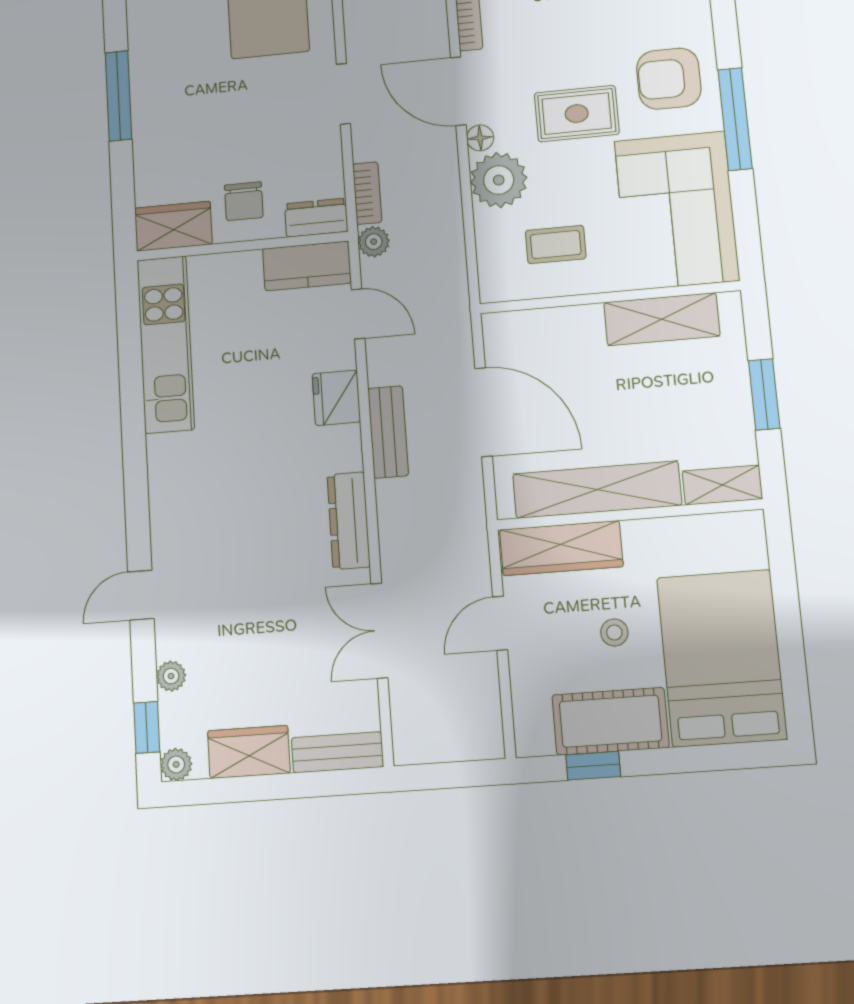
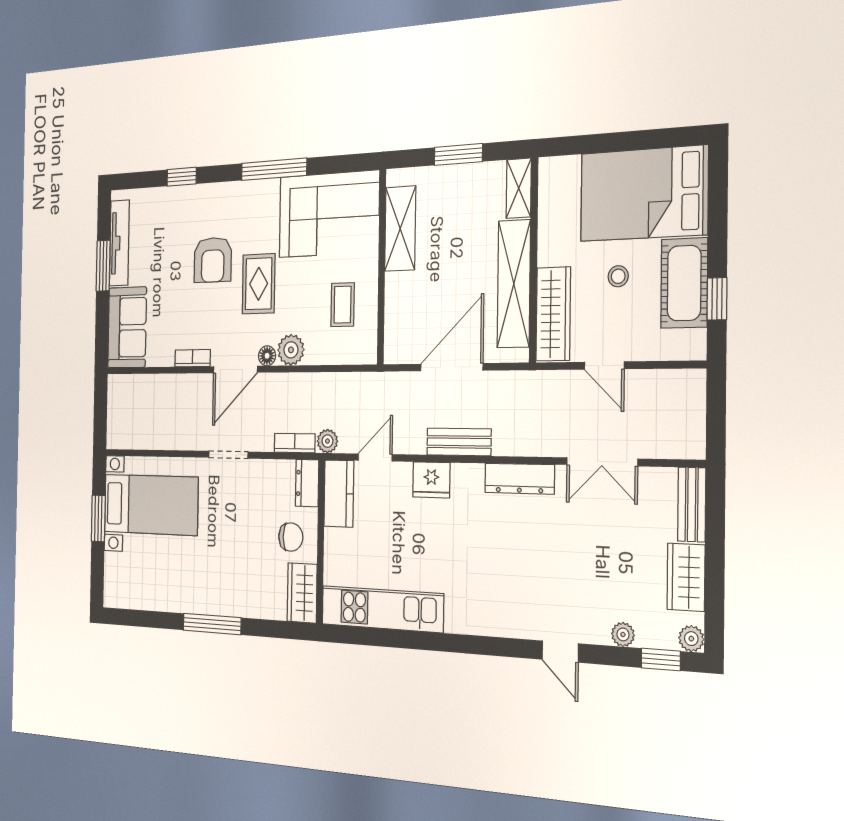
armchair: (669, 79) -> (213, 260), moved
plant: (499, 180) -> (291, 350), width x0.73, depth x0.73

